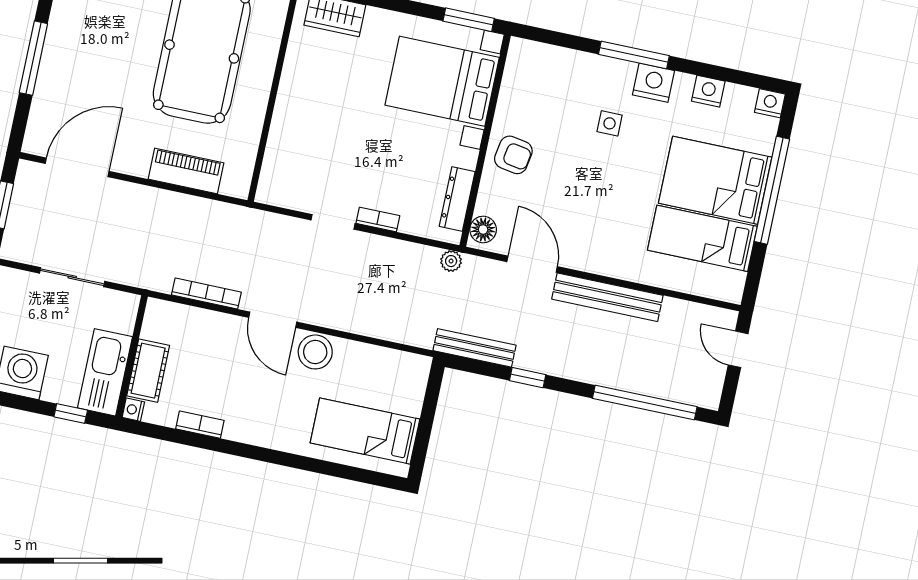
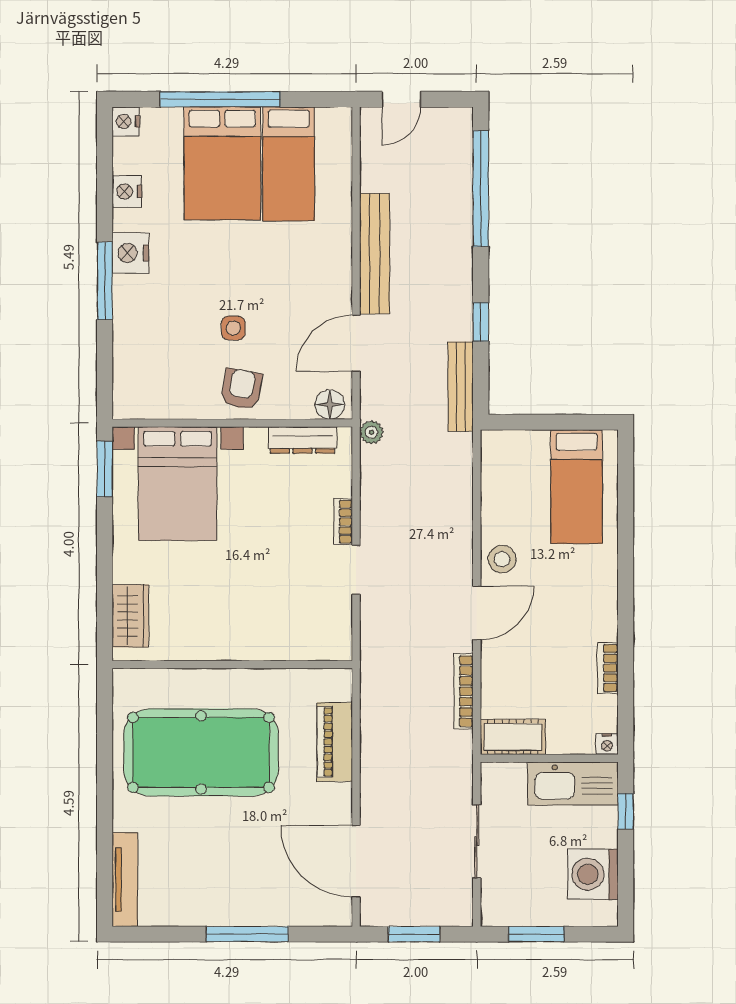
side table: (610, 123) -> (233, 328), moved
stool: (315, 352) -> (502, 559), width x0.73, depth x0.73
cot: (148, 371) -> (513, 737), moved

